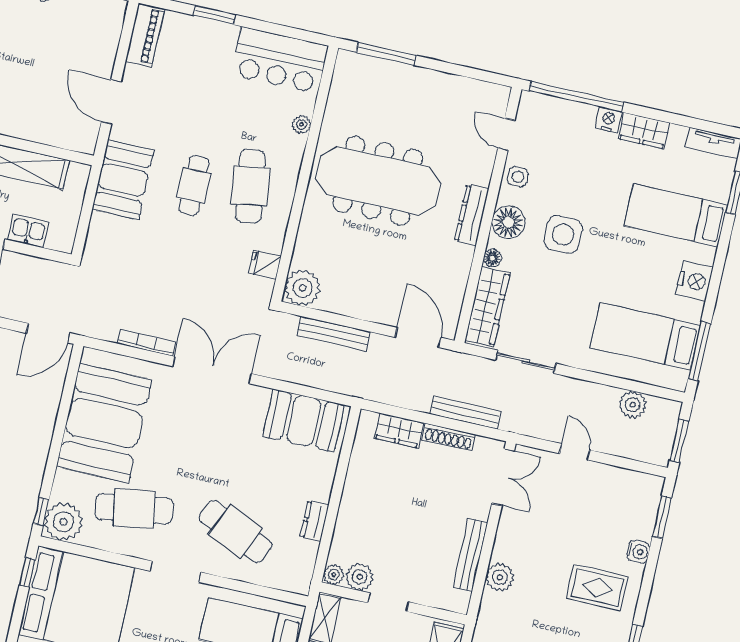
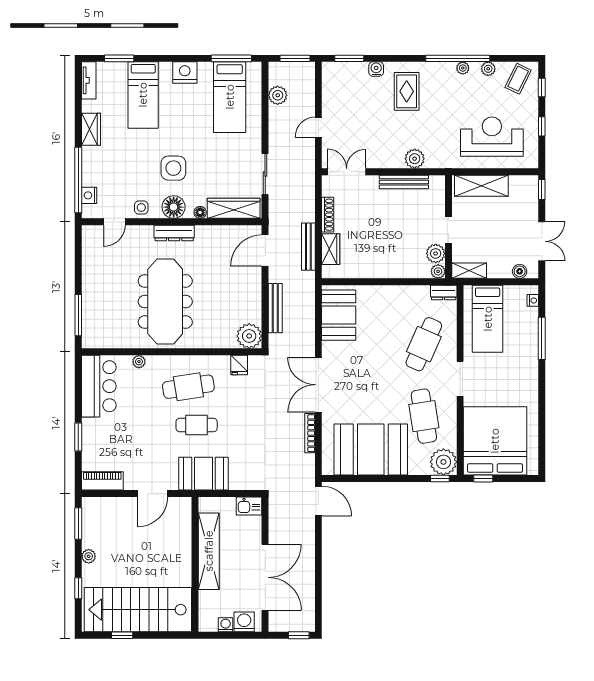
nightstand: (608, 120) -> (89, 195), moved
kitchen sink: (28, 231) -> (249, 506), moved, turned -90
bench: (465, 412) -> (308, 247), moved
dresser: (314, 521) -> (444, 293), moved

